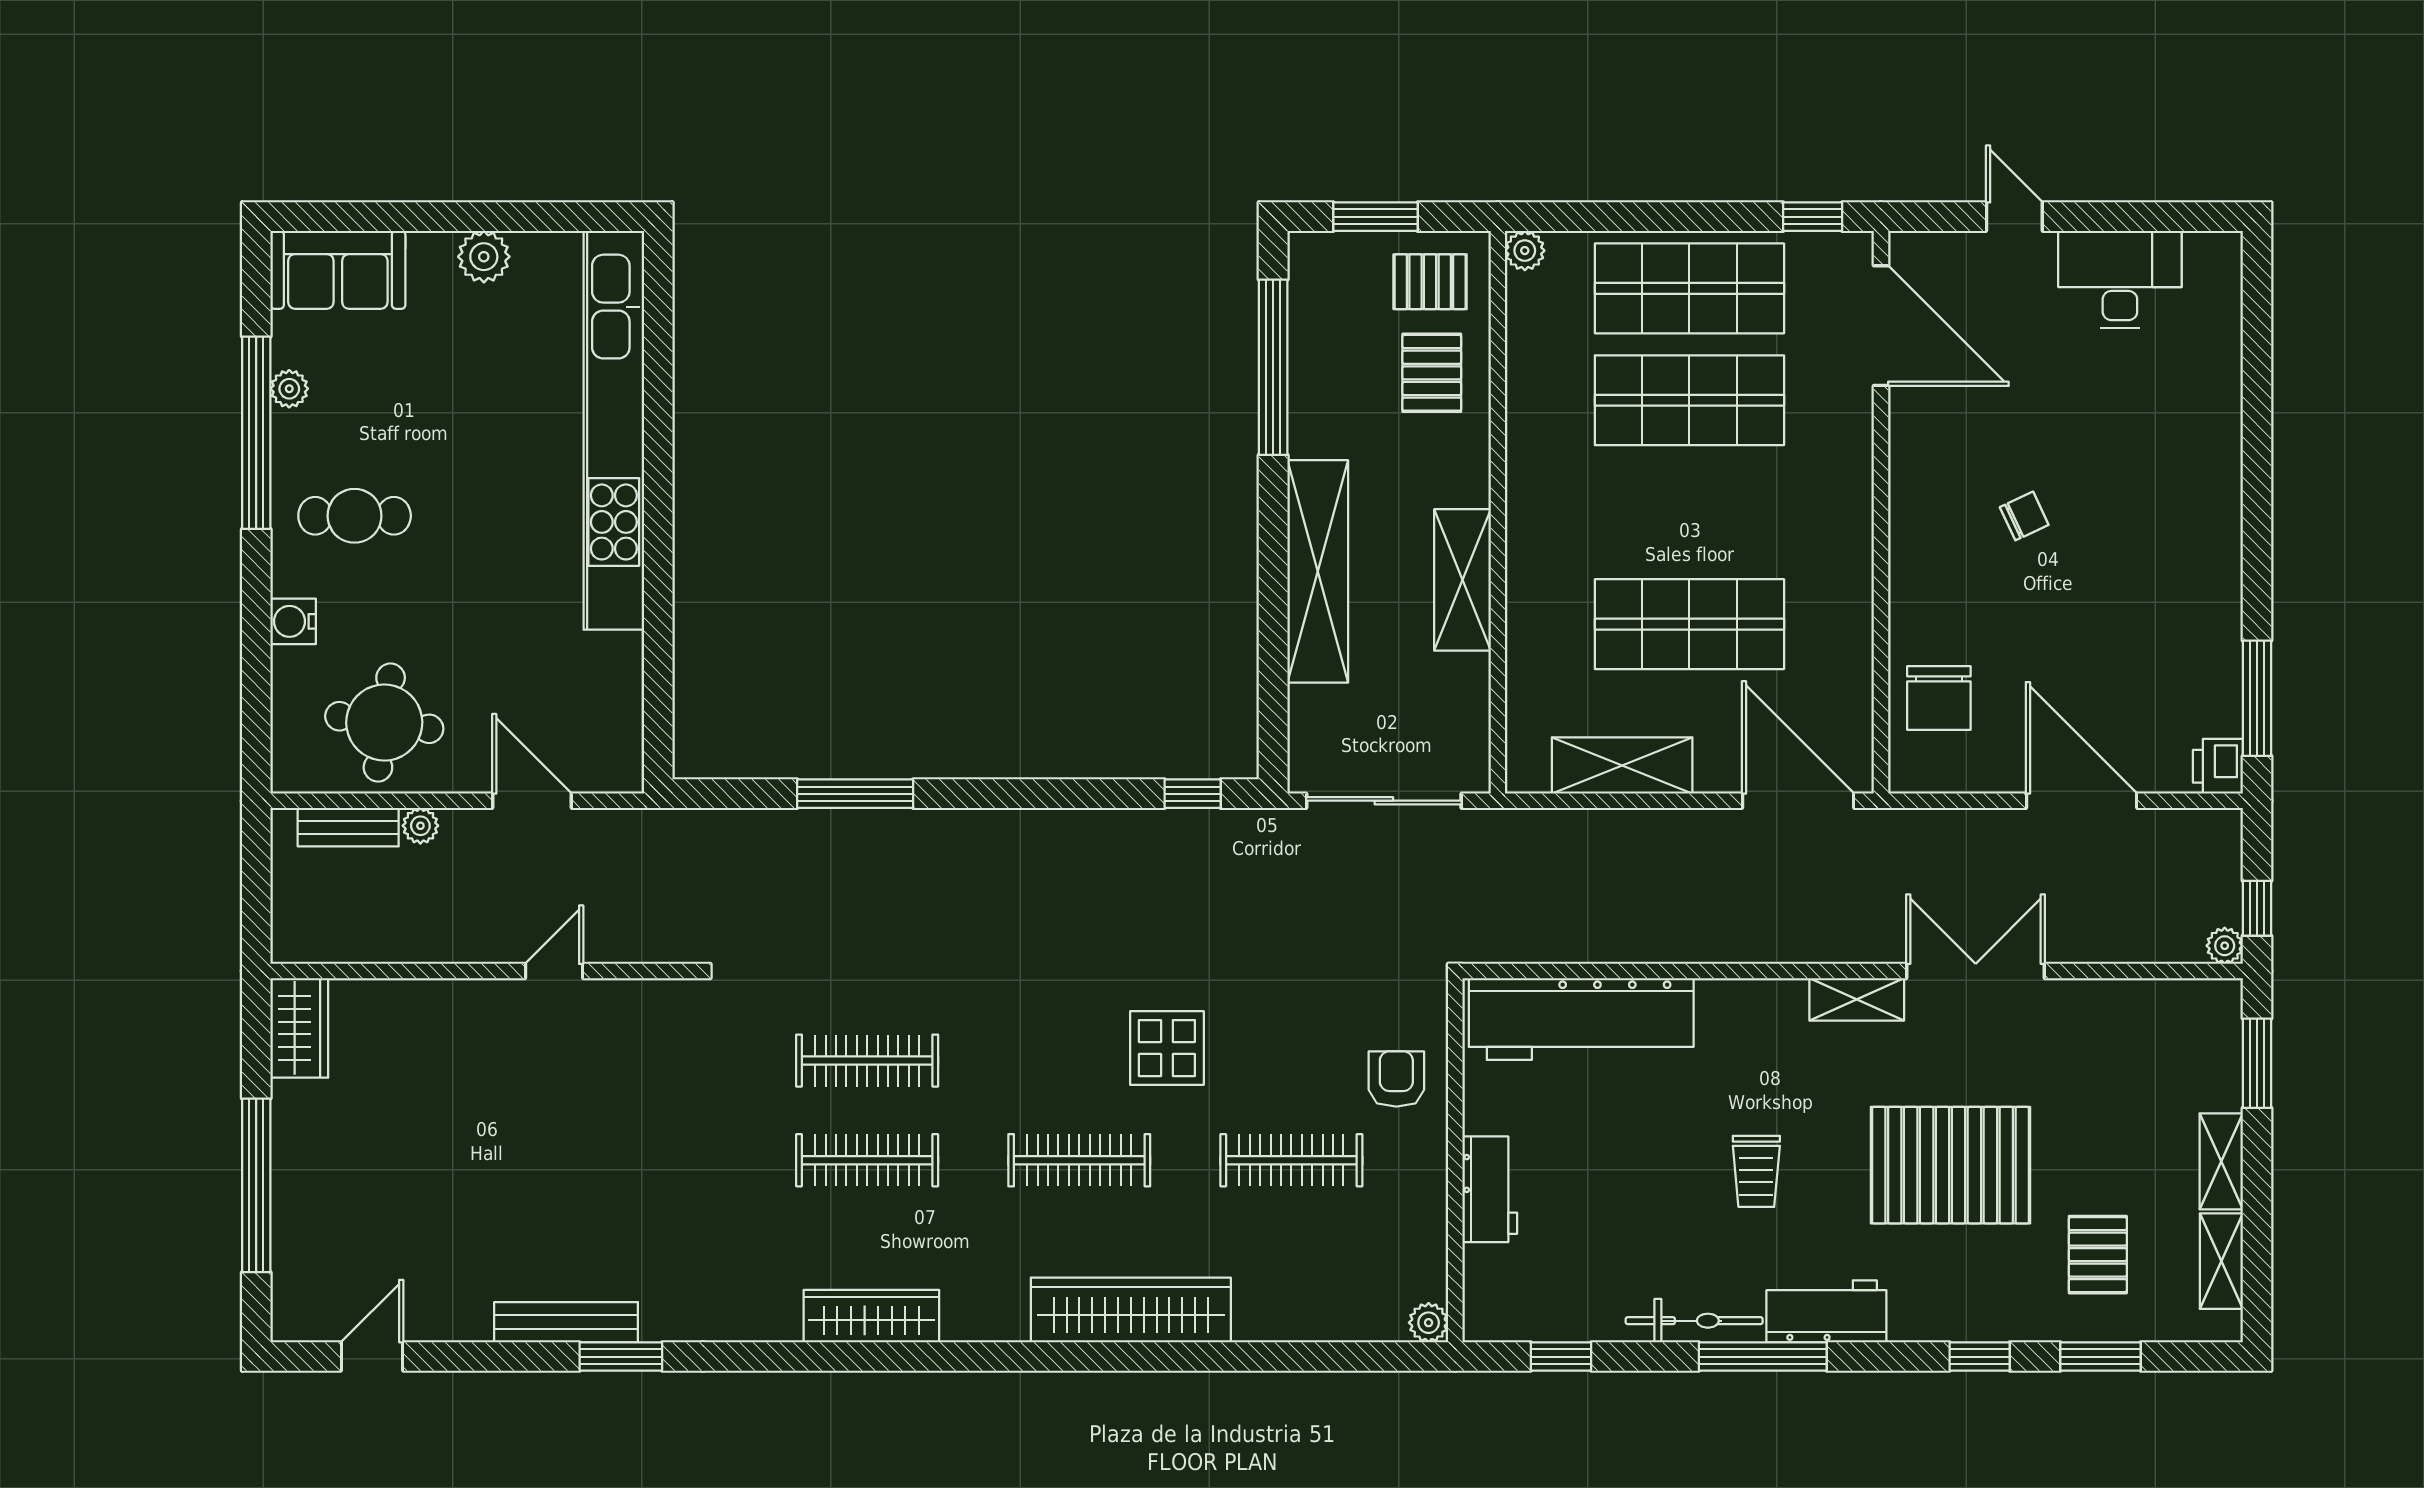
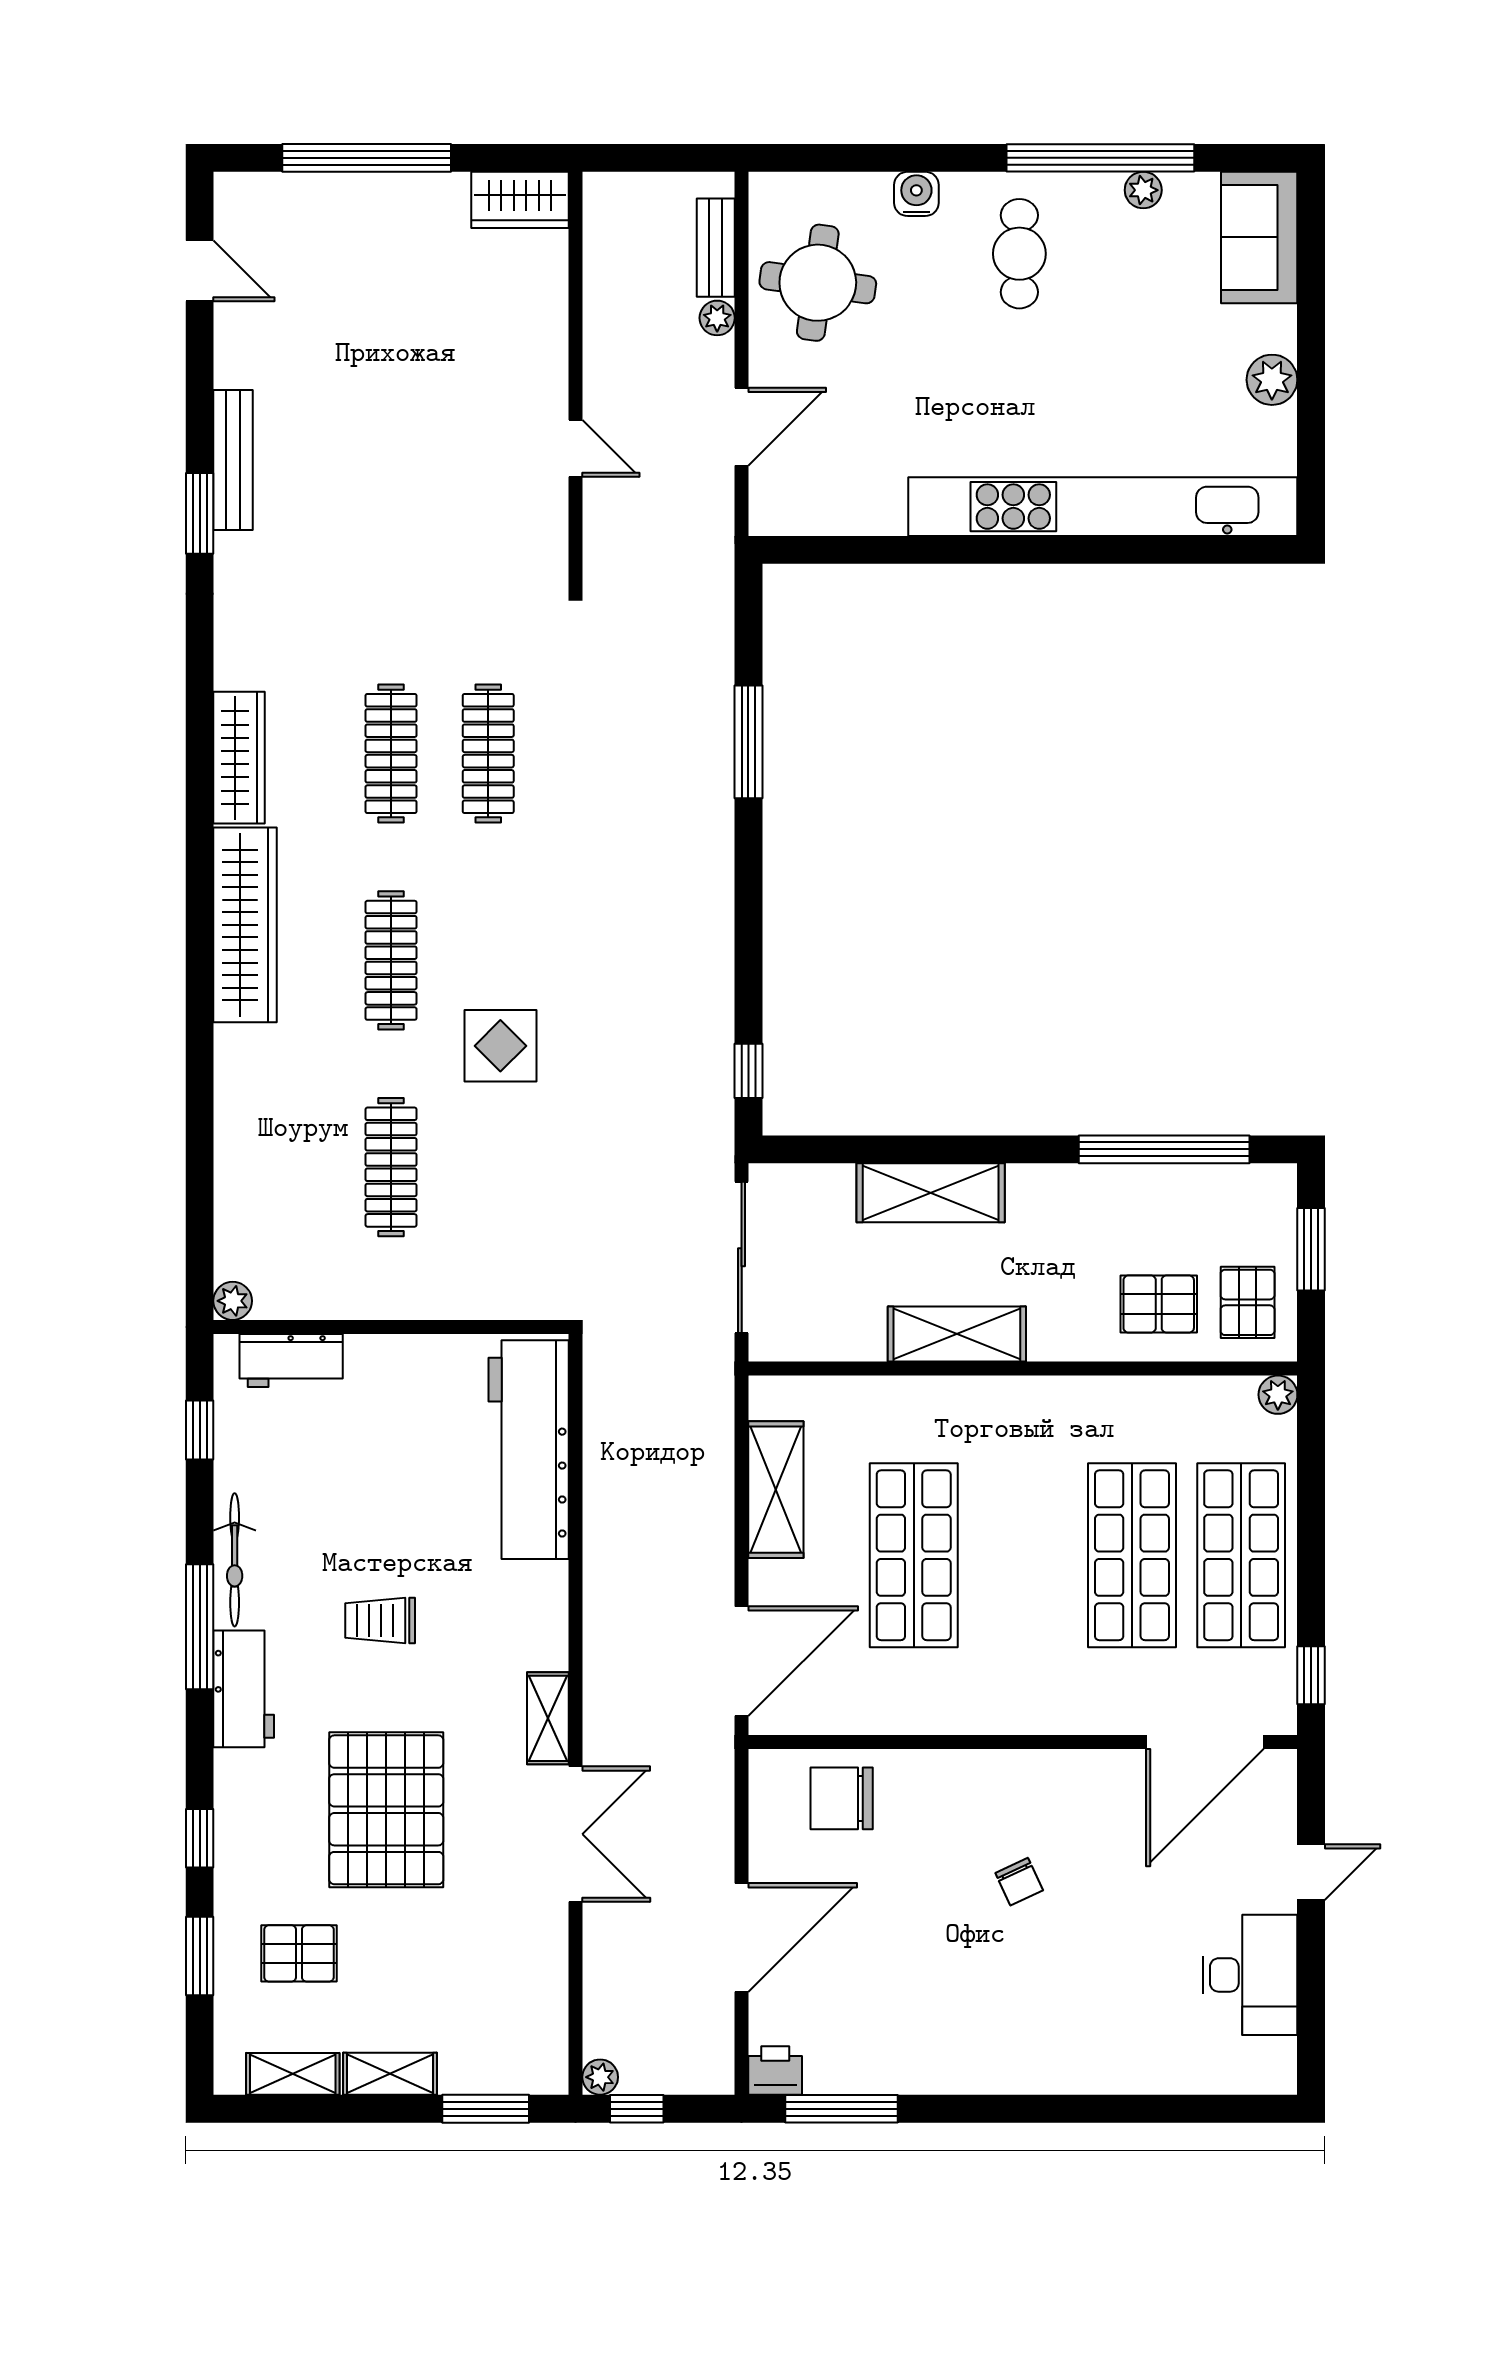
shelving: (1318, 571) -> (931, 1193), width x0.68
armchair: (1396, 1079) -> (470, 1269), removed
workbench: (1490, 1189) -> (291, 1361), moved
wardrobe: (1131, 1310) -> (245, 925), moved

